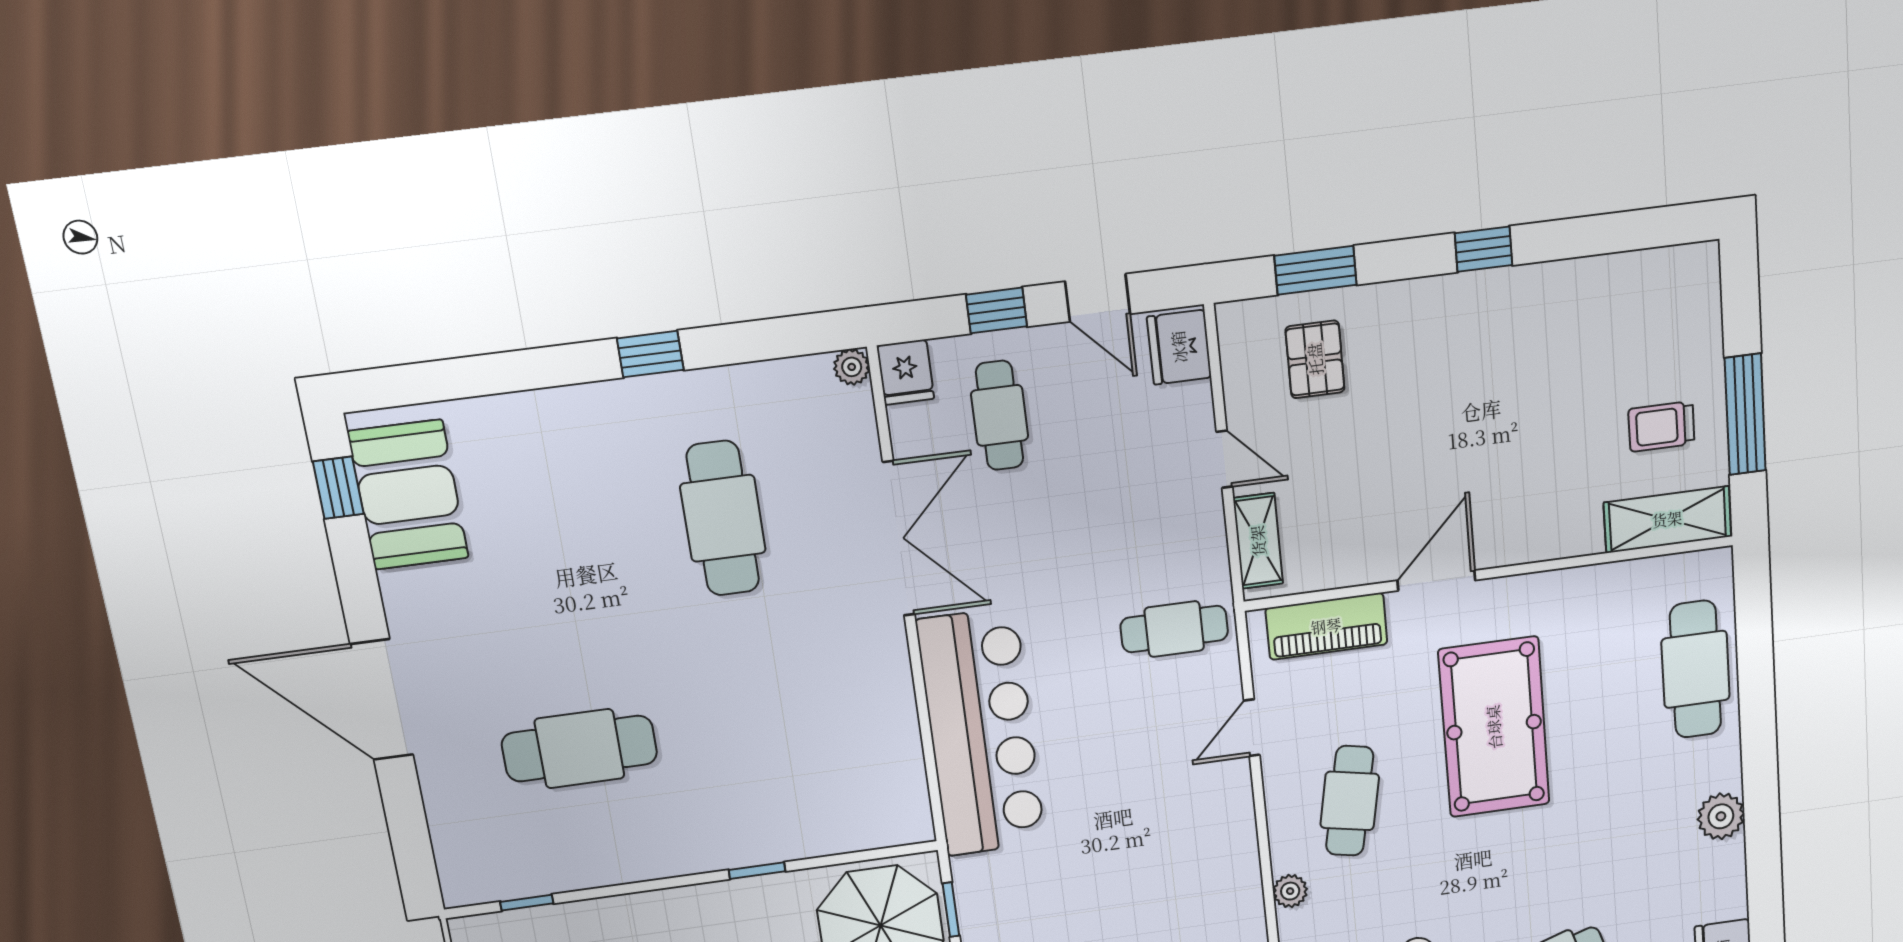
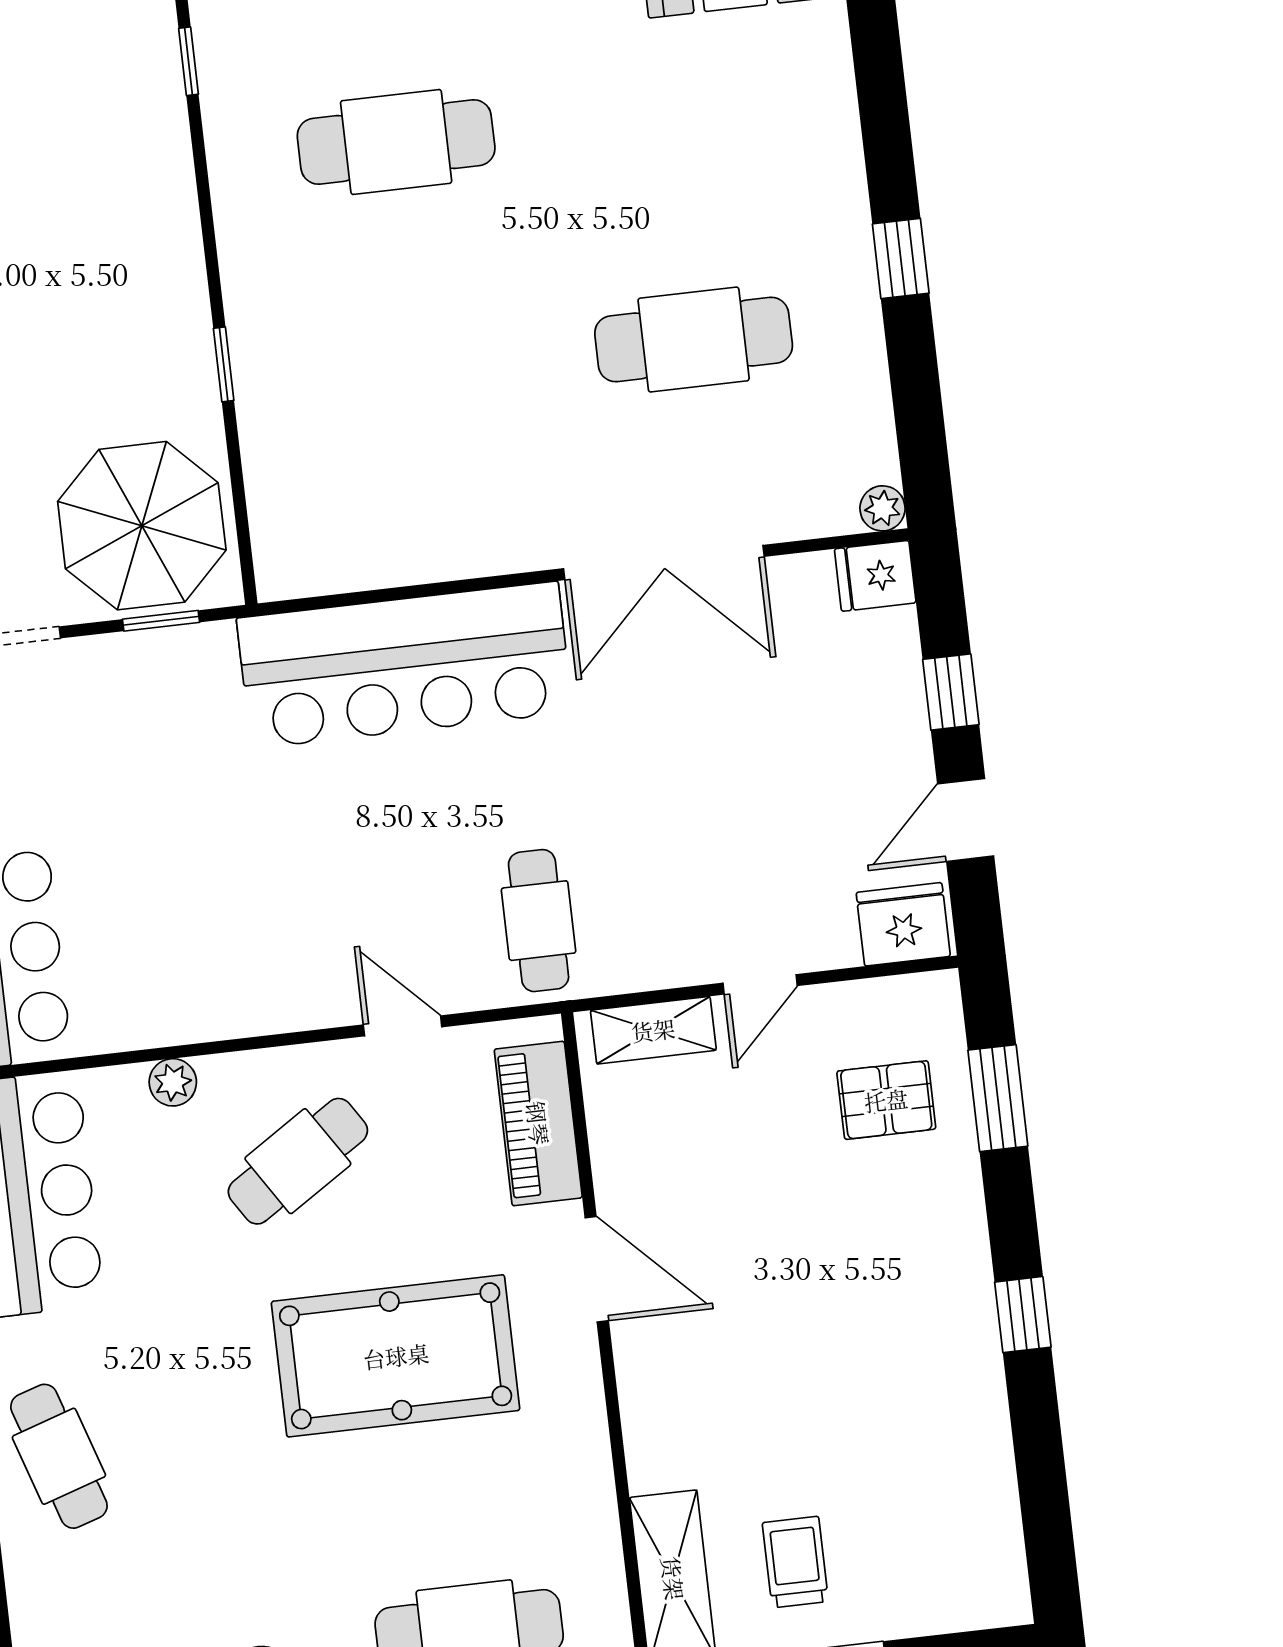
cafe table: (1000, 415) -> (820, 694), removed
cafe table: (579, 749) -> (396, 142), turned 90
cafe table: (1350, 801) -> (298, 1161), turned -44

